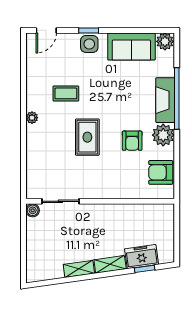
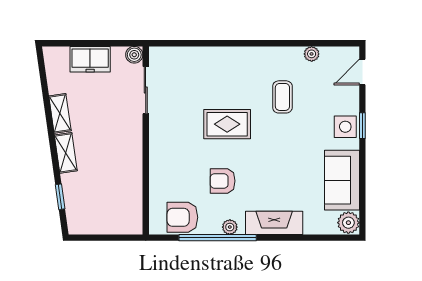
door: (46, 30) -> (362, 72), hinge flipped
window: (177, 98) -> (218, 238), moved
plant: (32, 118) -> (312, 54), moved
plant: (163, 135) -> (230, 227), width x0.53, depth x0.53
armchair: (161, 172) -> (182, 217), turned -90
freezer: (142, 257) -> (90, 59), moved, turned 98

